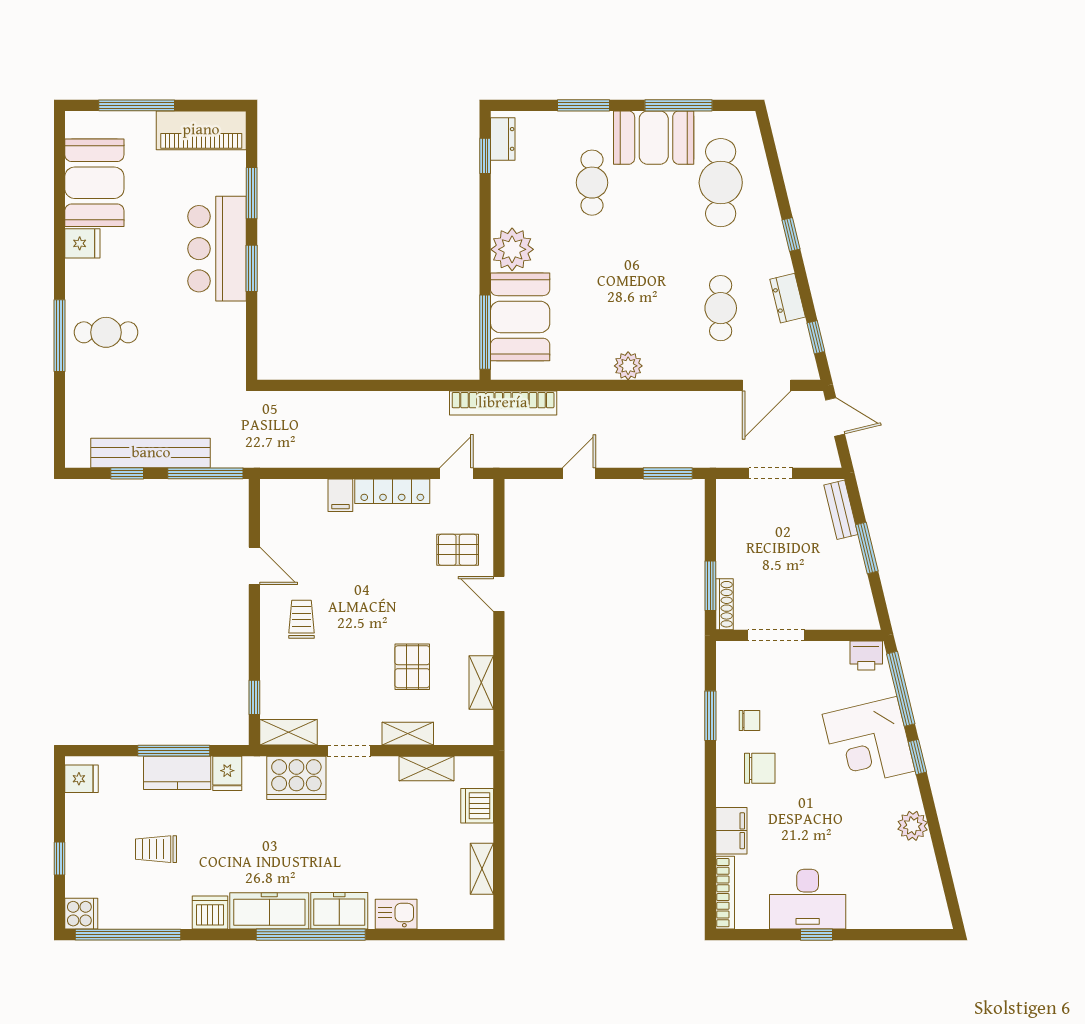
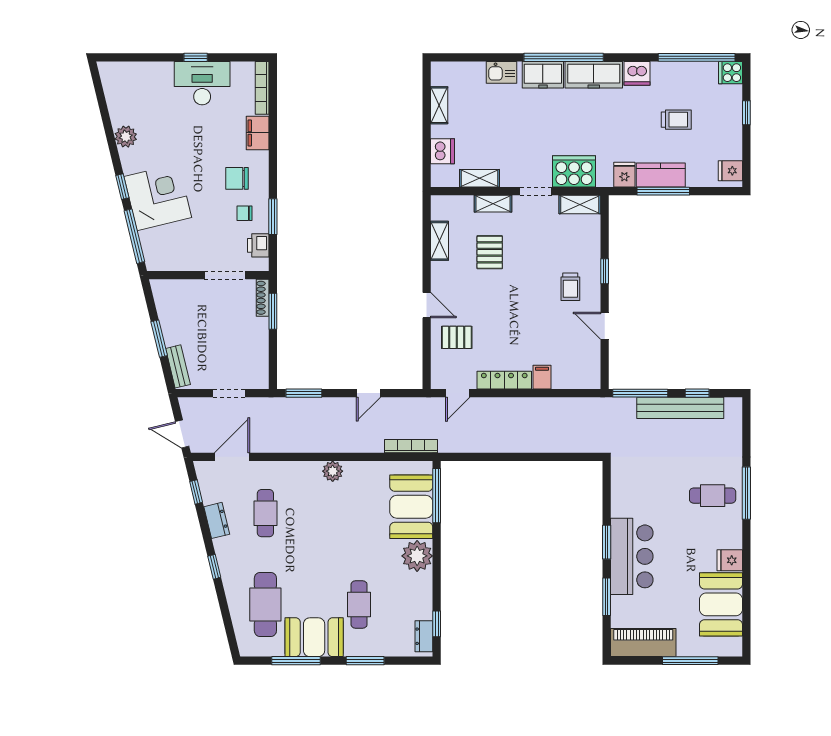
bookcase: (503, 403) -> (411, 446), width x0.68, depth x0.76
printer: (866, 655) -> (258, 245), moved, turned -90
window: (254, 697) -> (605, 271), moved

